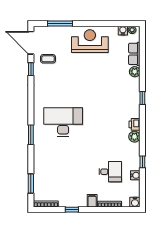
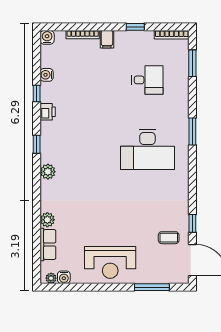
window: (142, 98) -> (37, 144), moved
printer: (135, 124) -> (48, 112), moved
plant: (134, 137) -> (48, 172), moved
desk: (110, 172) -> (147, 80), moved, turned 180

